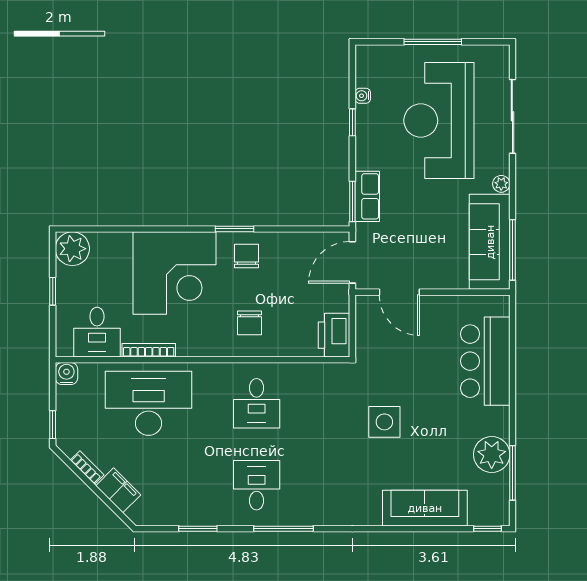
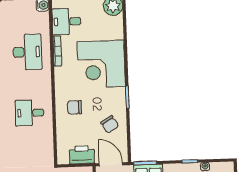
chair: (246, 256) -> (110, 124), moved, turned 59
printer: (334, 335) -> (82, 155), moved
desk: (149, 403) -> (27, 52), width x0.73, depth x0.77

